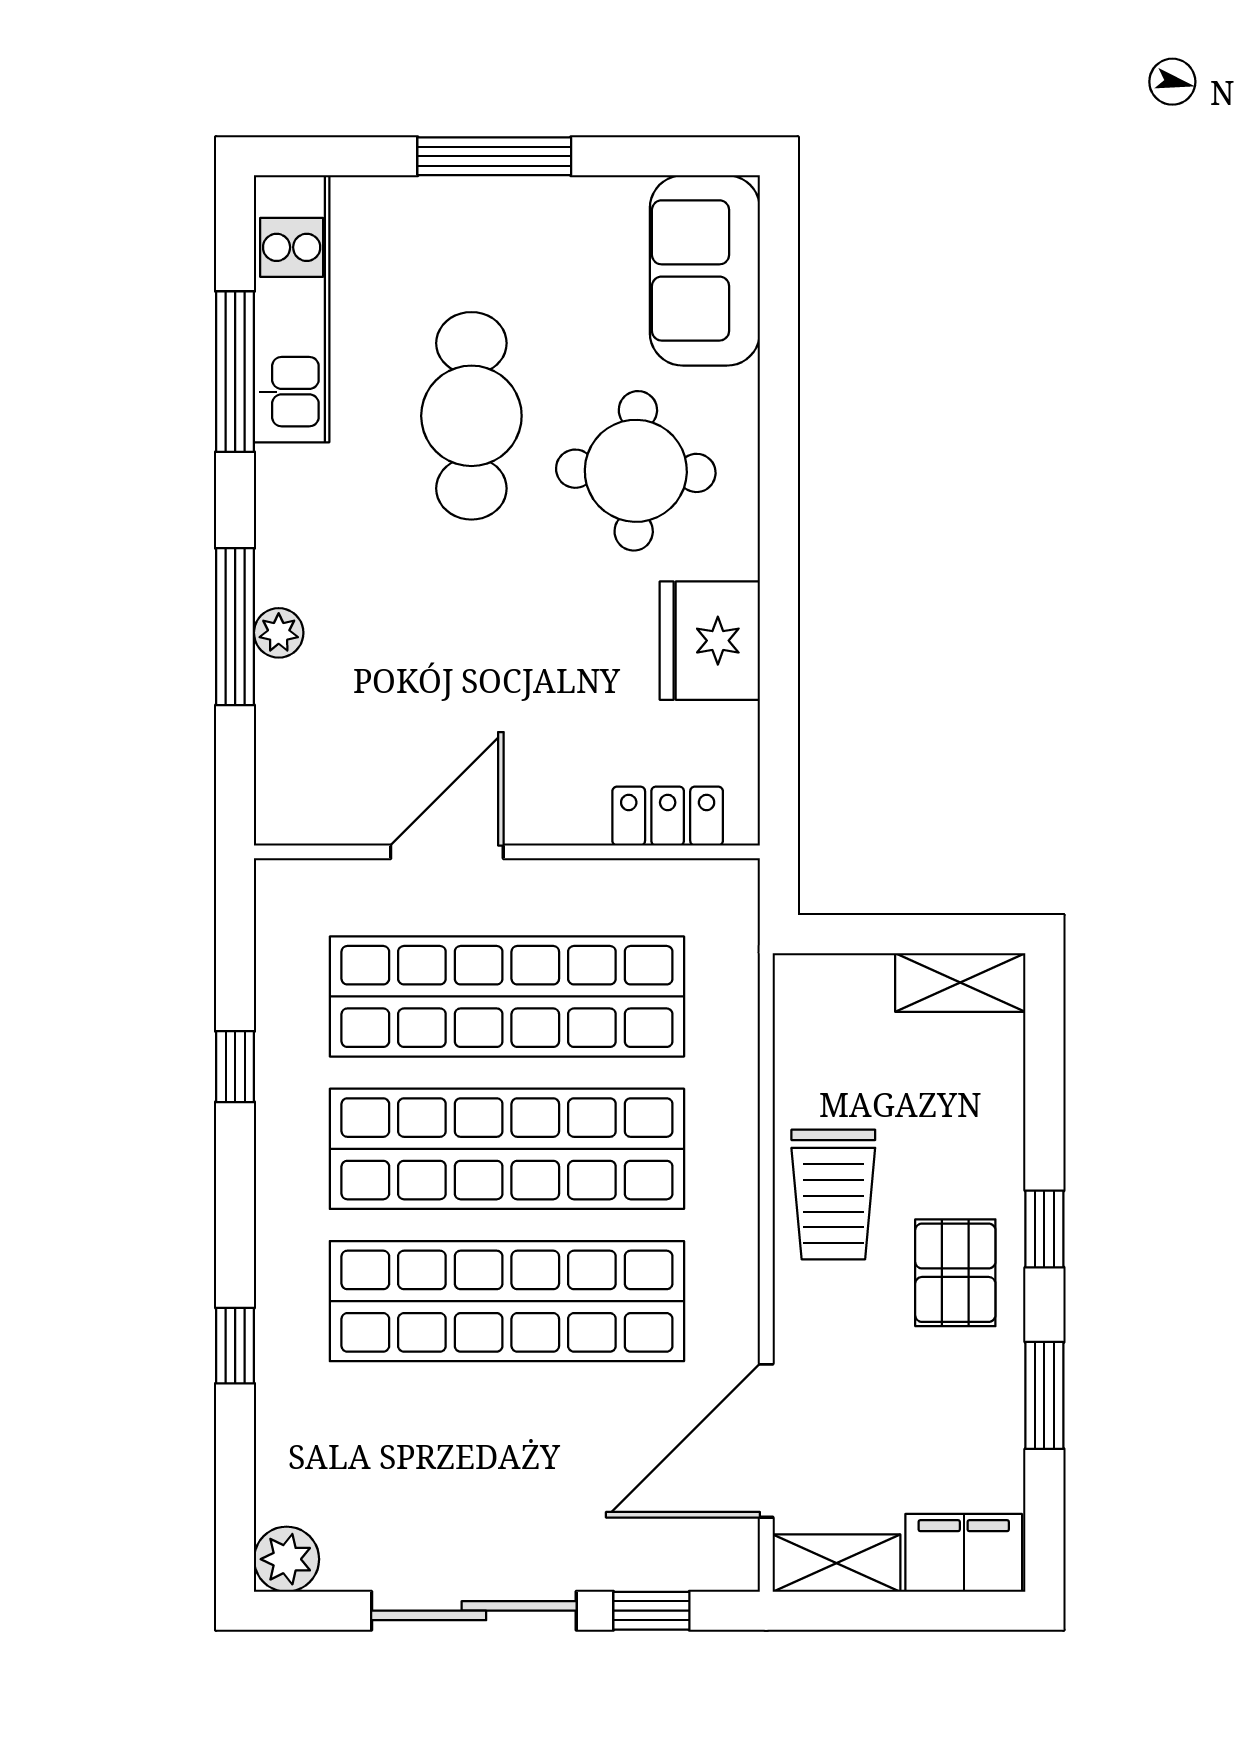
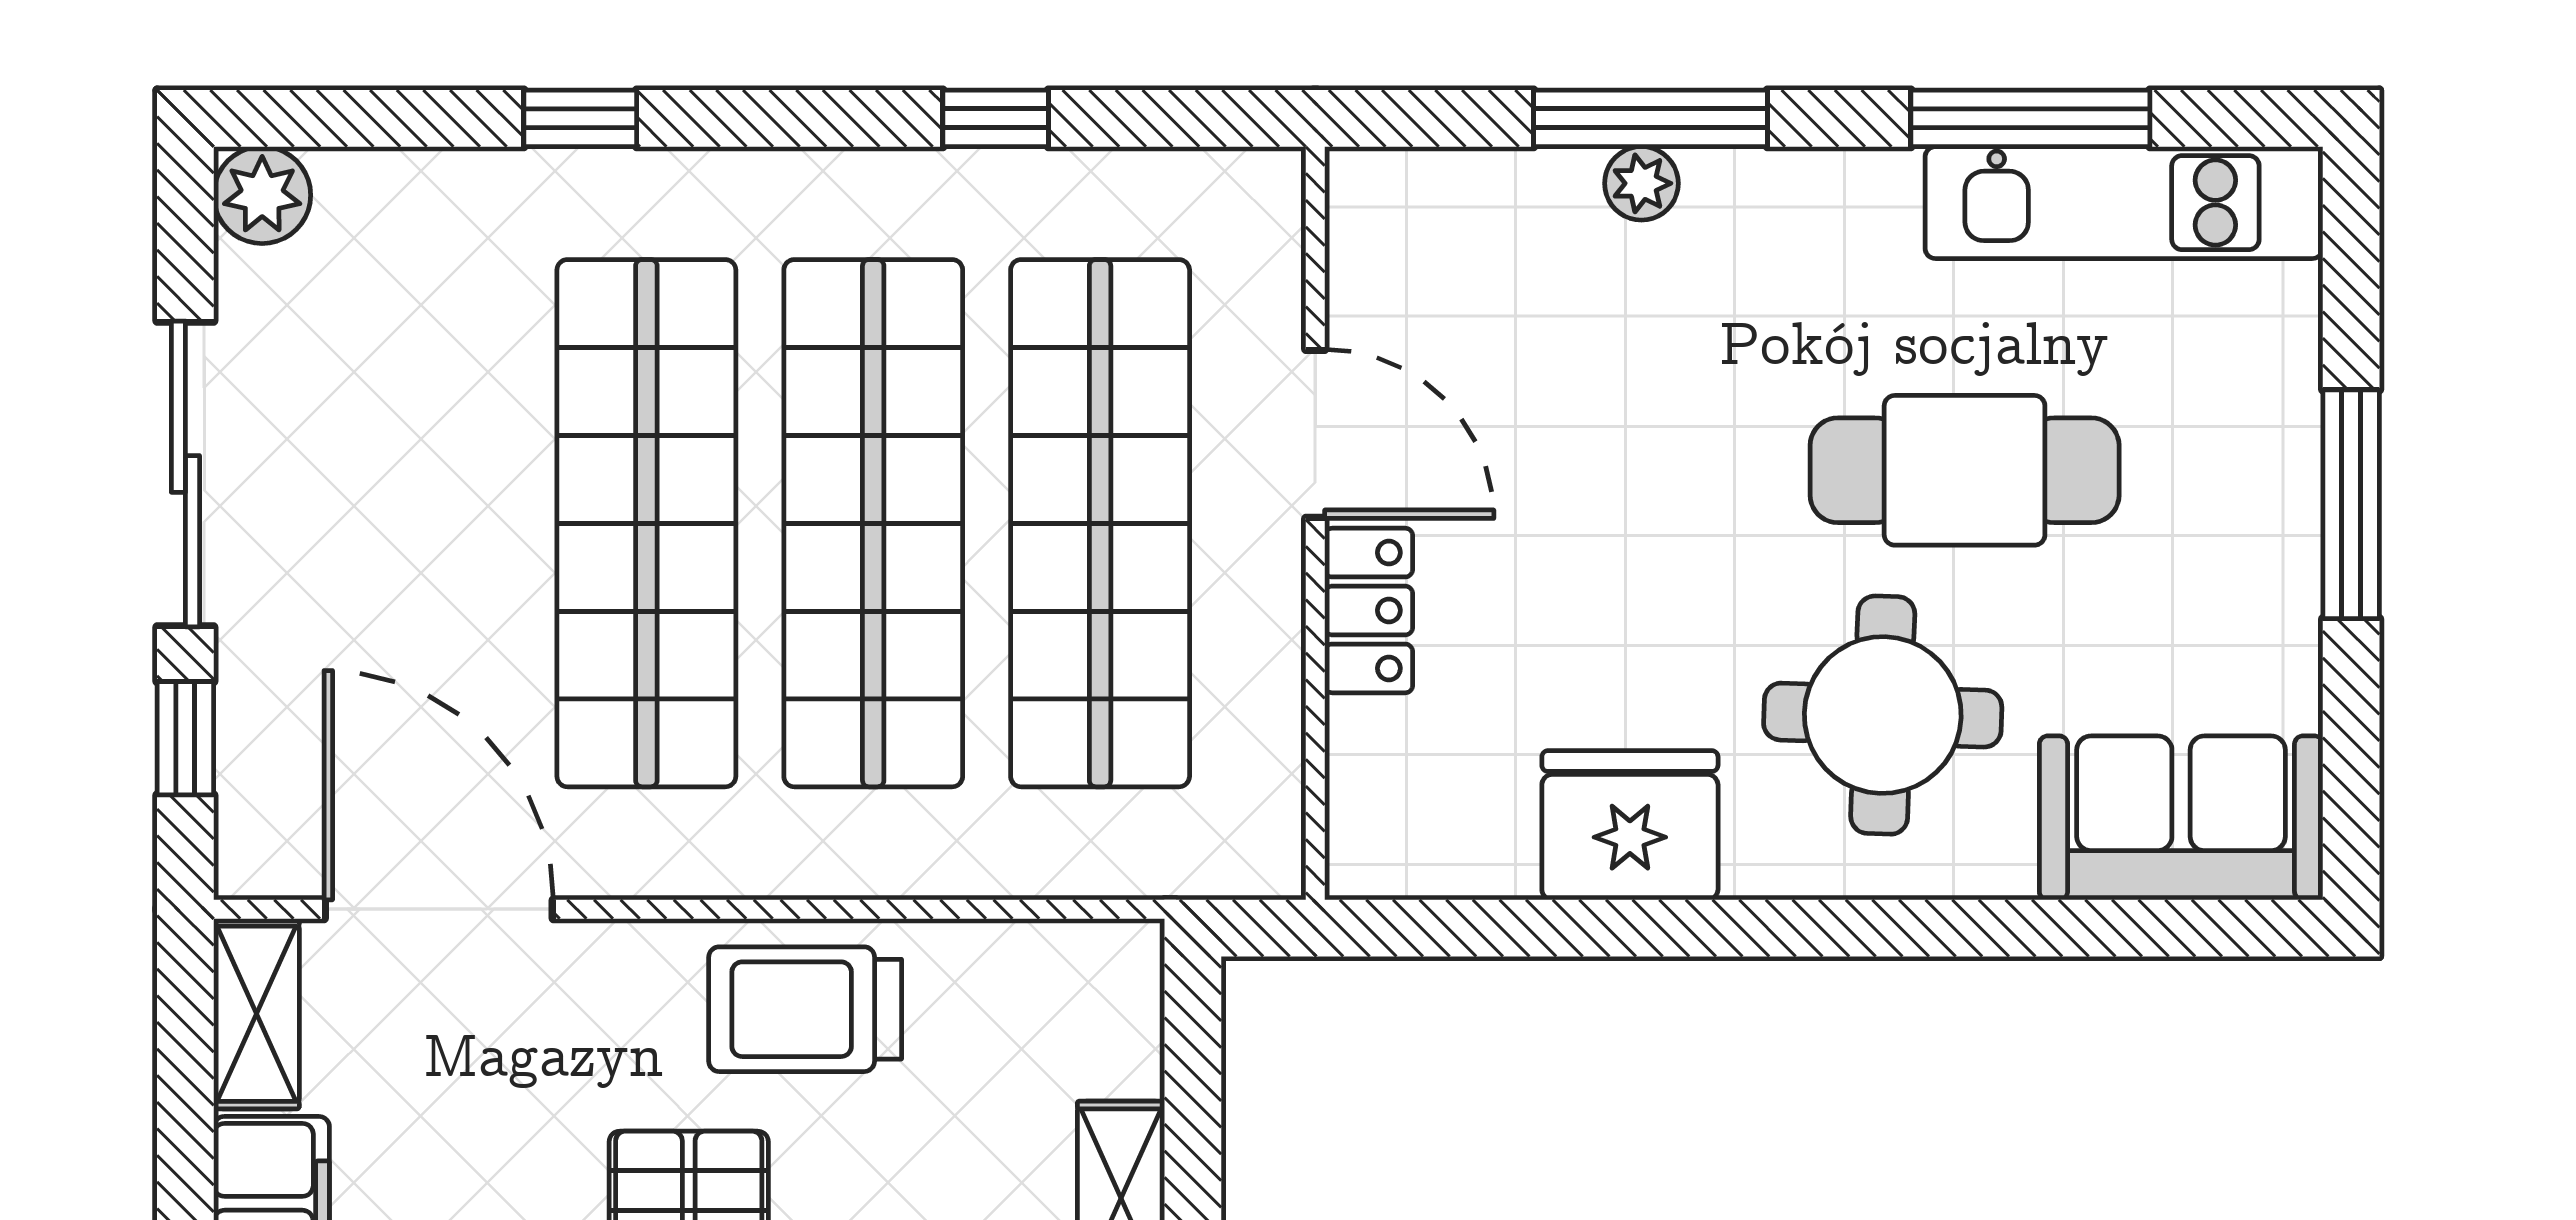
locker: (668, 816) -> (1369, 610), moved

